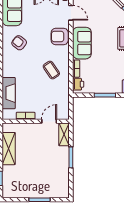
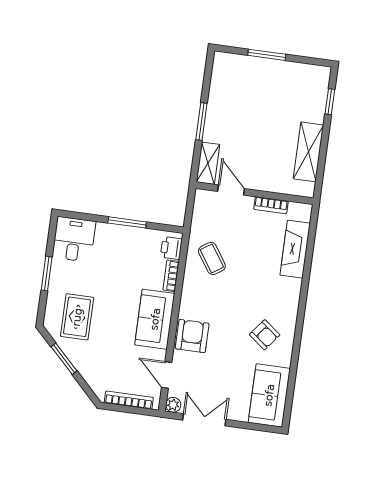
armchair: (60, 36) -> (192, 336), turned -90
coffee table: (51, 70) -> (212, 258), moved
door: (49, 121) -> (231, 190), swing flipped

